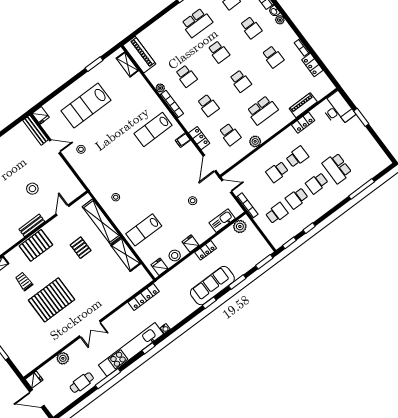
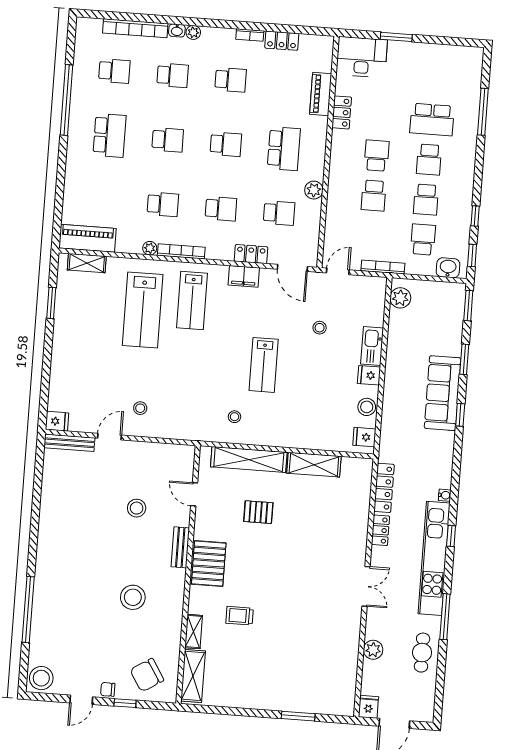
lab bench: (86, 106) -> (143, 310), moved
filing cabinet: (183, 140) -> (244, 276), width x2.00
kitchen sink: (222, 221) -> (372, 346), moved
lab bench: (144, 230) -> (264, 365), moved
washbasin: (274, 237) -> (448, 268), added
locker: (206, 250) -> (380, 530), moved
pallet: (52, 300) -> (291, 602), removed

